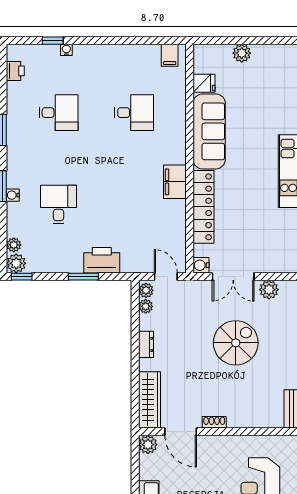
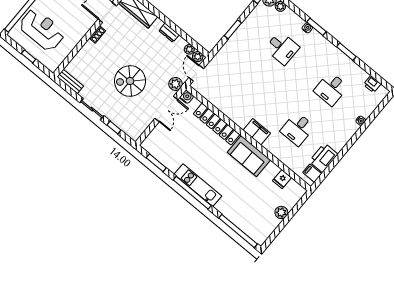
window: (53, 41) -> (372, 118), removed
sofa: (209, 131) -> (249, 156), width x0.73
filing cabinet: (175, 182) -> (257, 132), moved
printer: (102, 260) -> (323, 158), moved, turned 180
door: (166, 277) -> (196, 73), swing flipped
double door: (233, 277) -> (166, 109), swing flipped
plant: (269, 290) -> (176, 84), moved
spiral stairs: (236, 343) -> (130, 81), turned 90

